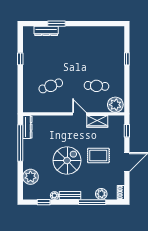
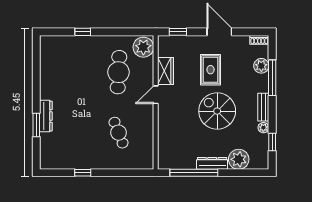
dresser: (46, 31) -> (46, 116), moved
cafe table: (96, 86) -> (119, 72), width x1.37, depth x1.35
dresser: (27, 127) -> (212, 163), moved

